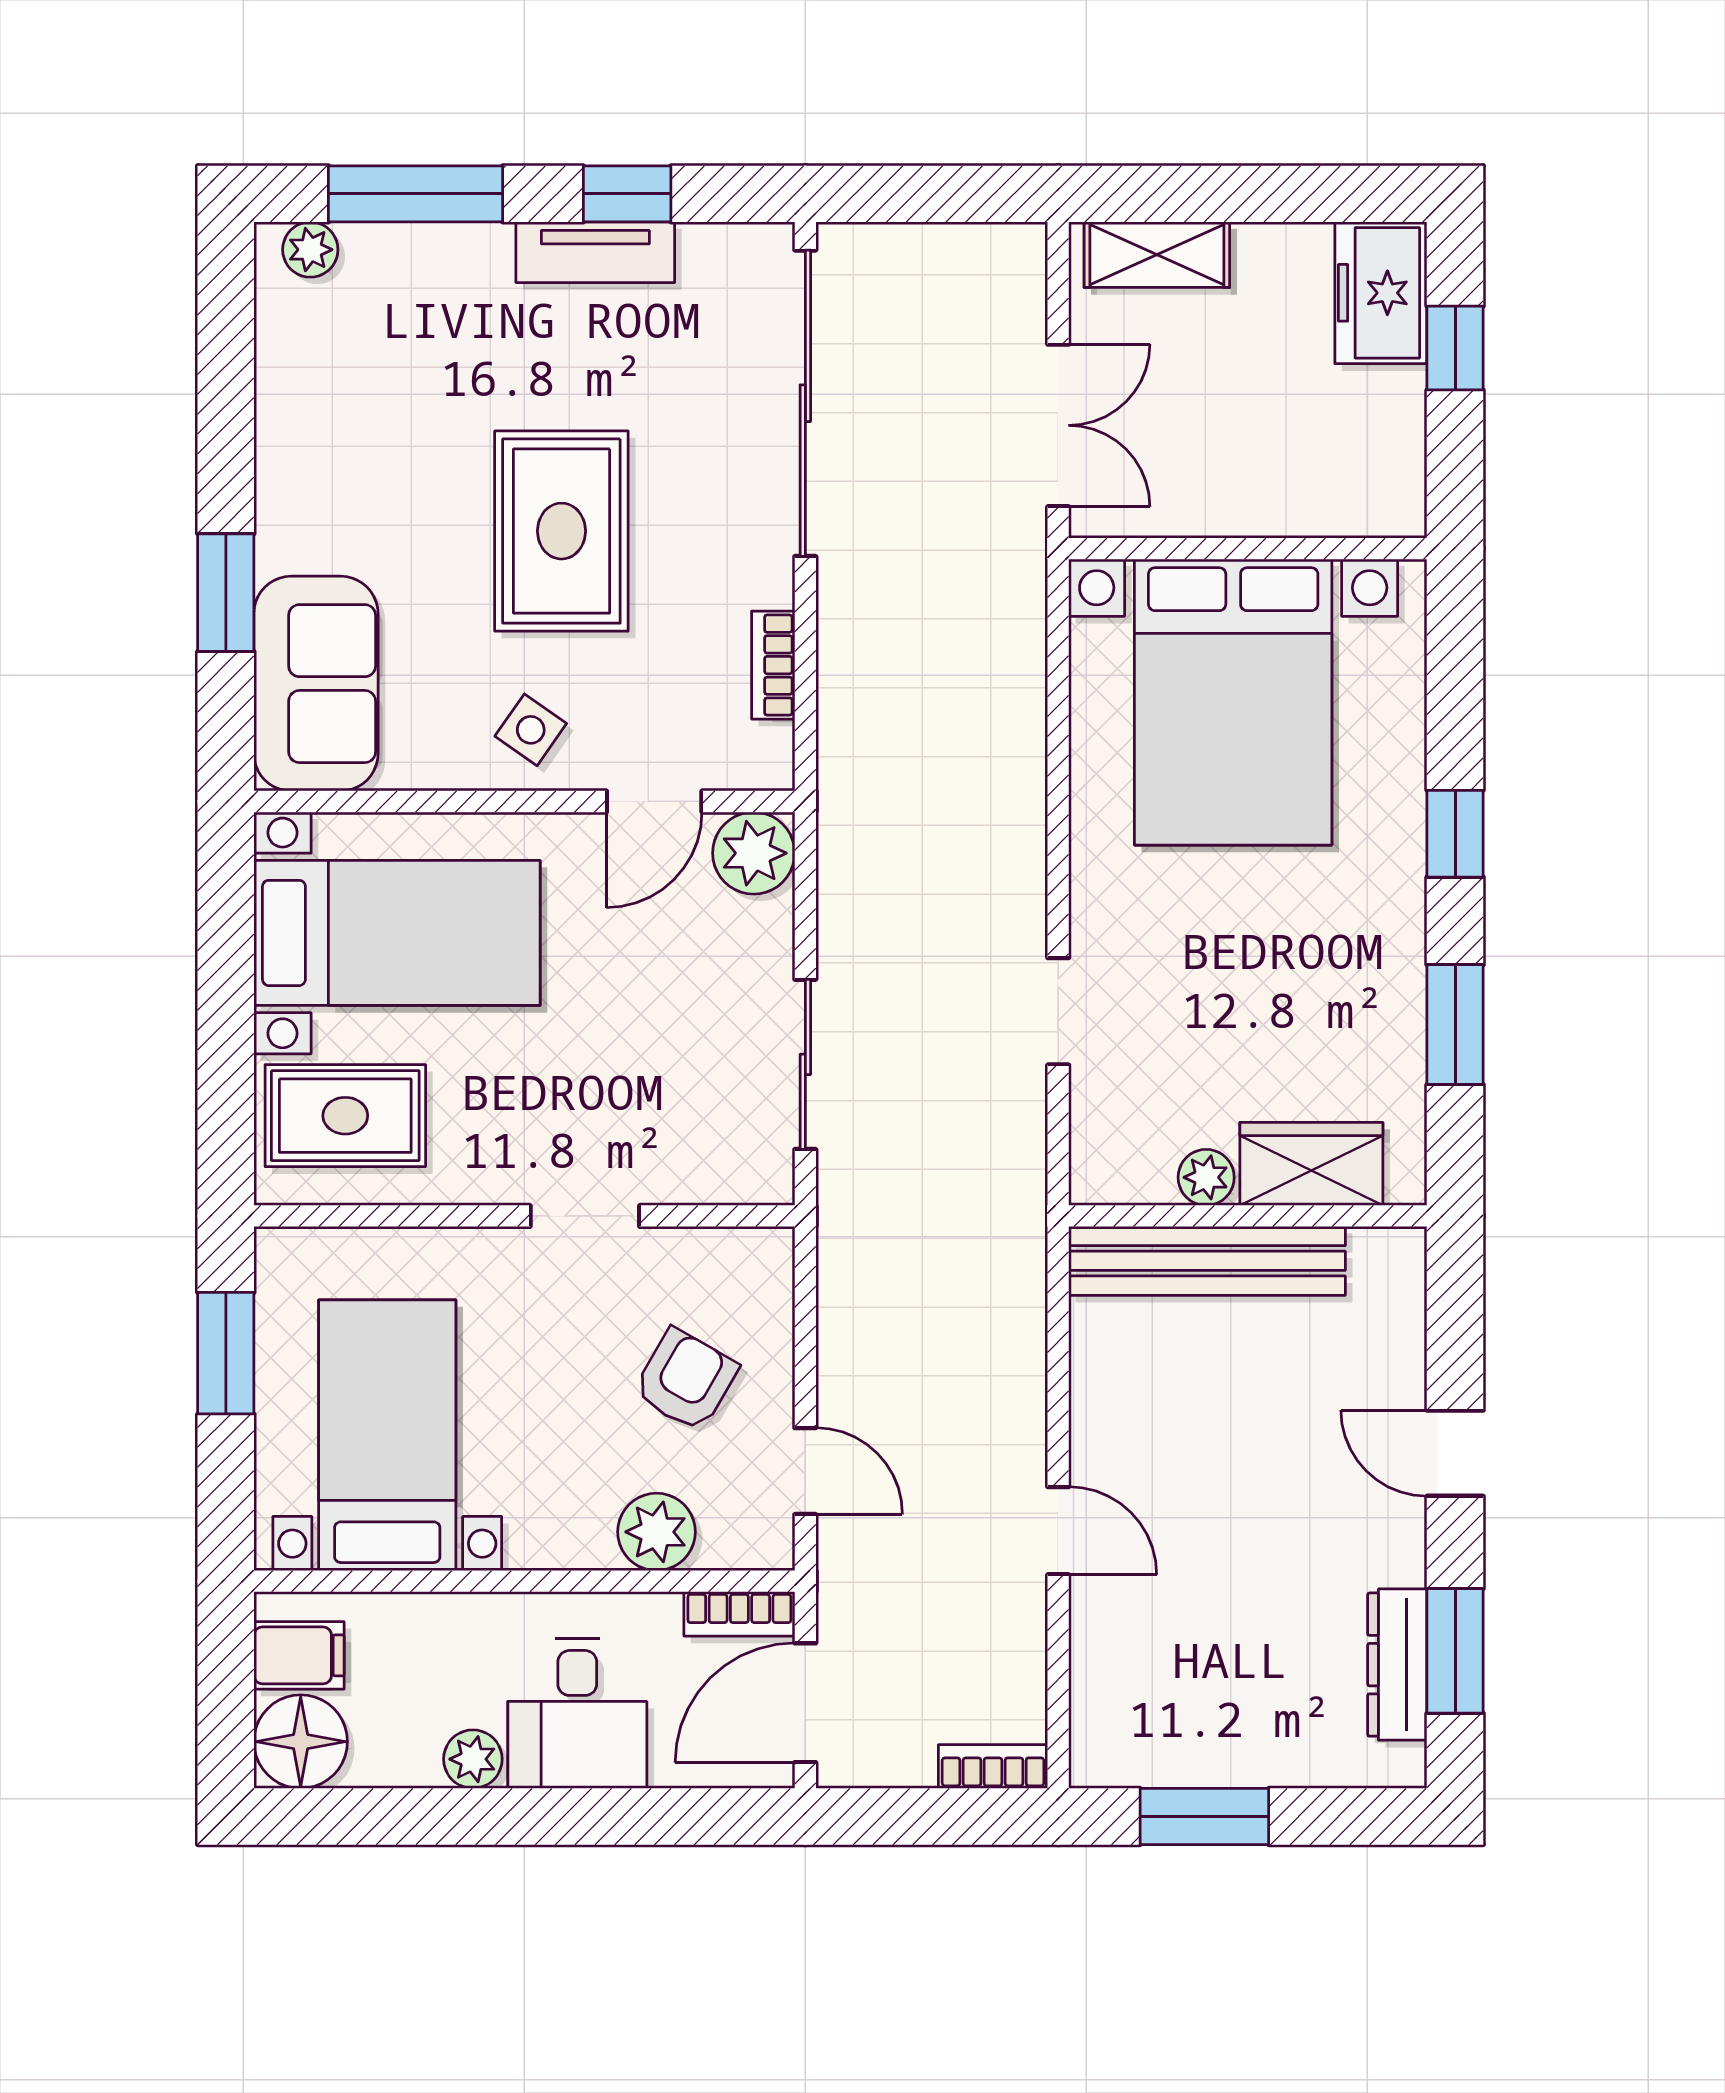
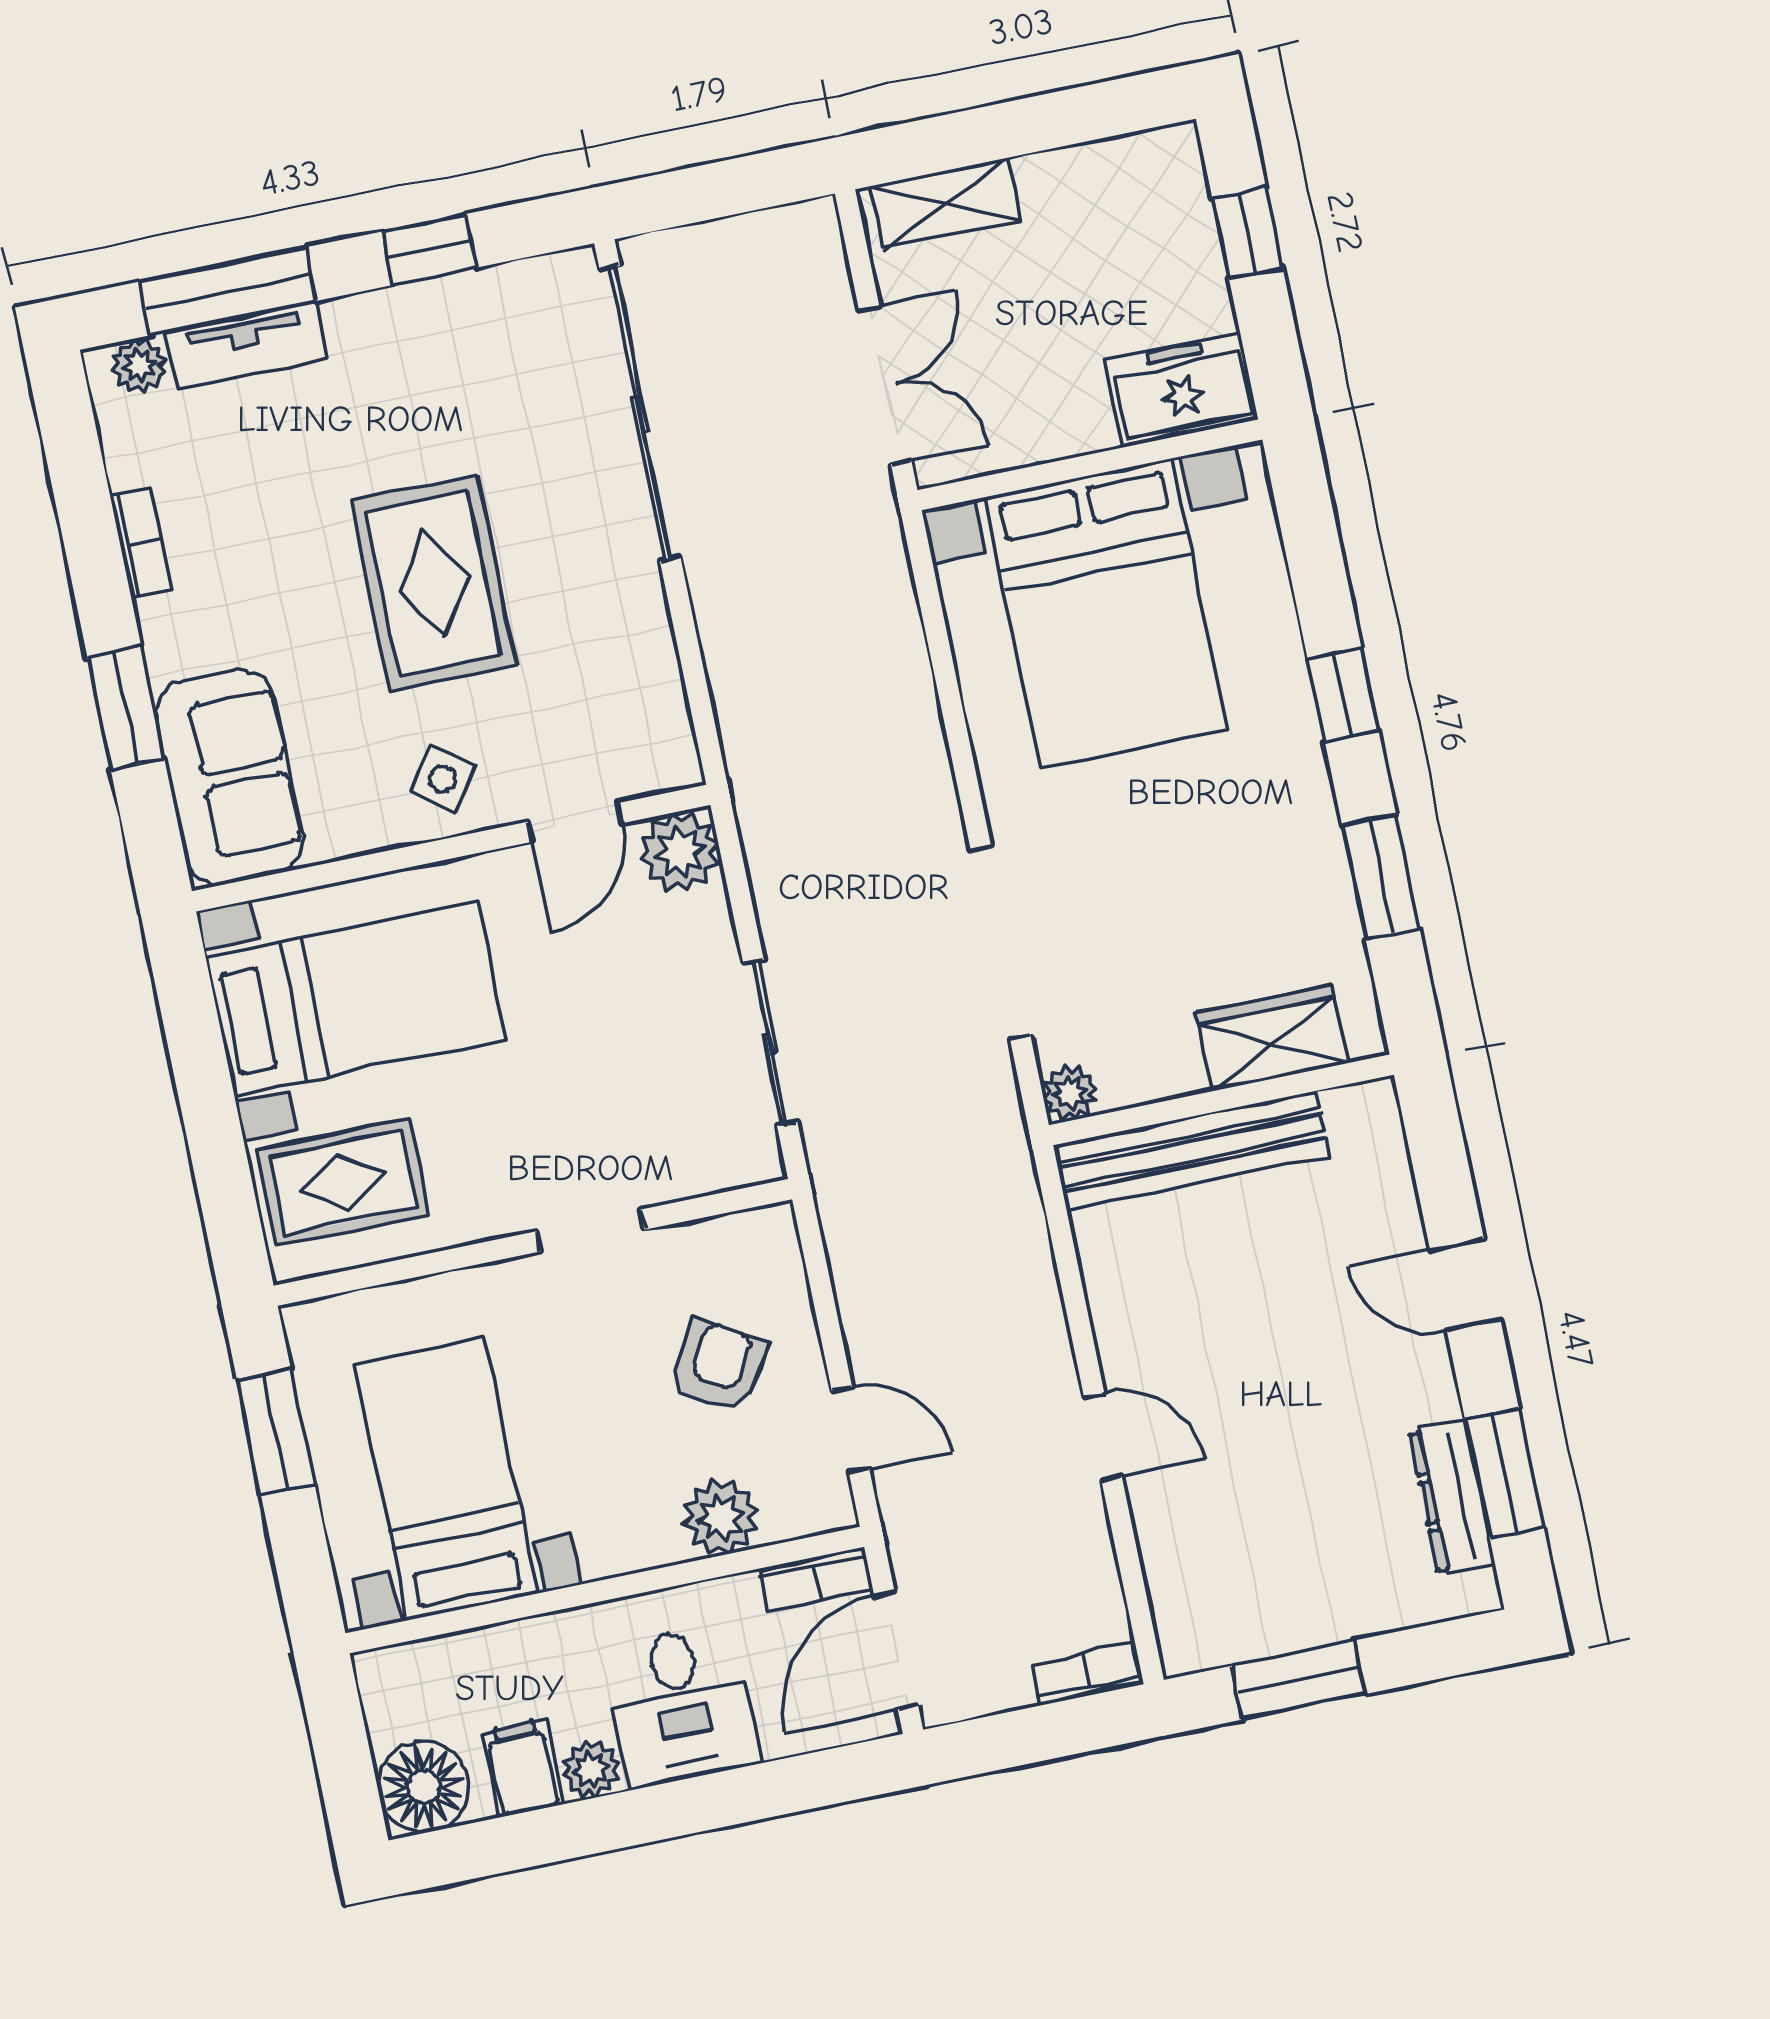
tv unit: (595, 252) -> (246, 345), moved
freezer: (1381, 293) -> (1182, 390), moved, turned 90
bookcase: (773, 665) -> (141, 543), moved, turned 180
doorway: (1058, 1011) -> (1001, 943), width x1.87
plant: (1206, 1177) -> (1070, 1093), moved
filing cabinet: (299, 1655) -> (522, 1768), moved, turned -90

